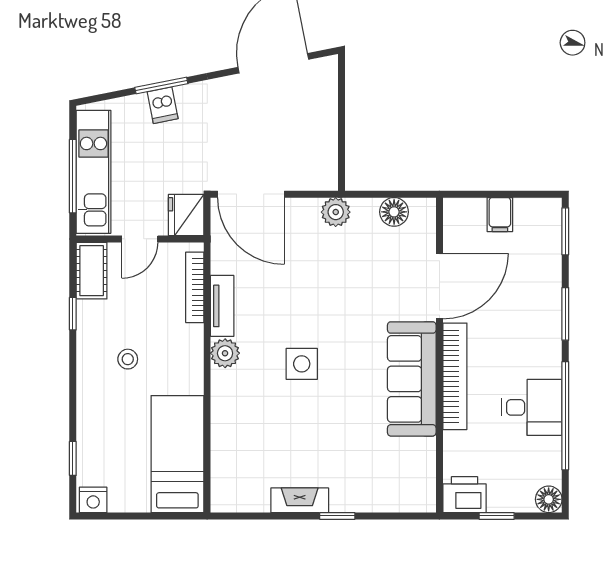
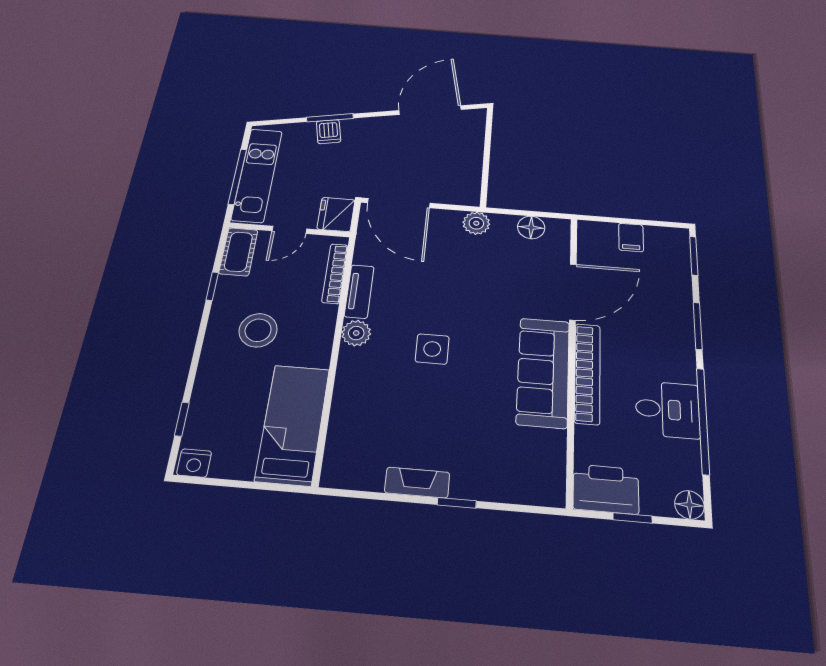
stool: (128, 359) -> (258, 330), width x1.89, depth x1.89
printer: (464, 495) -> (606, 489), width x1.37, depth x1.19

